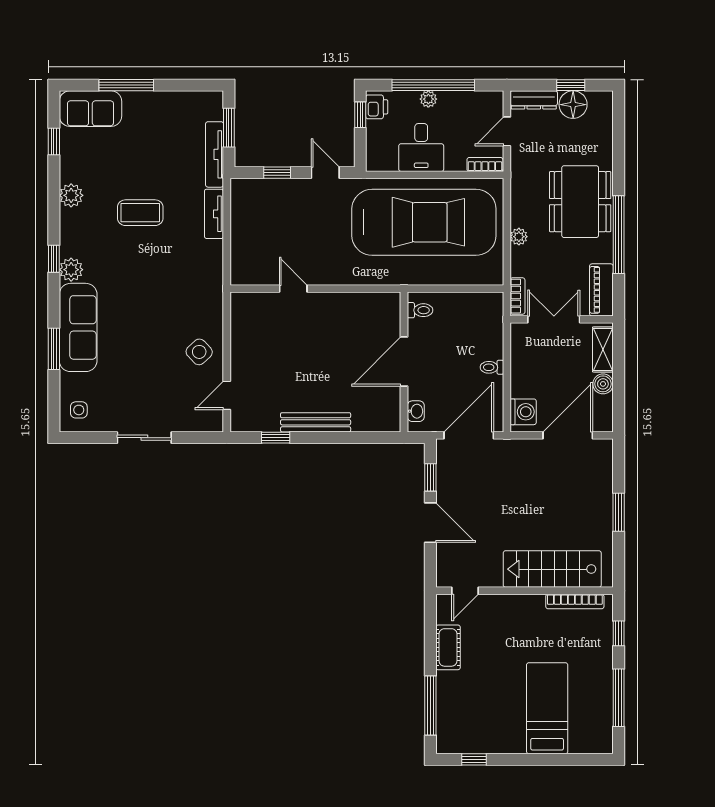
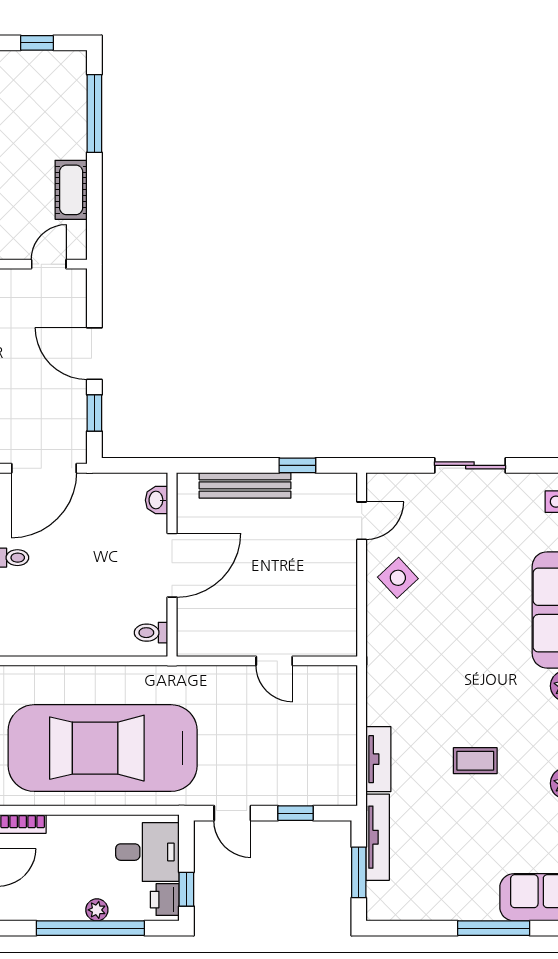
desk: (421, 147) -> (147, 852), moved, turned 90
coffee table: (140, 213) -> (475, 761), width x0.73, depth x0.77
toilet: (420, 310) -> (151, 633), moved
door: (404, 361) -> (172, 565), moved
wall: (404, 362) -> (172, 565), moved
washbasin: (416, 411) -> (157, 500), moved

